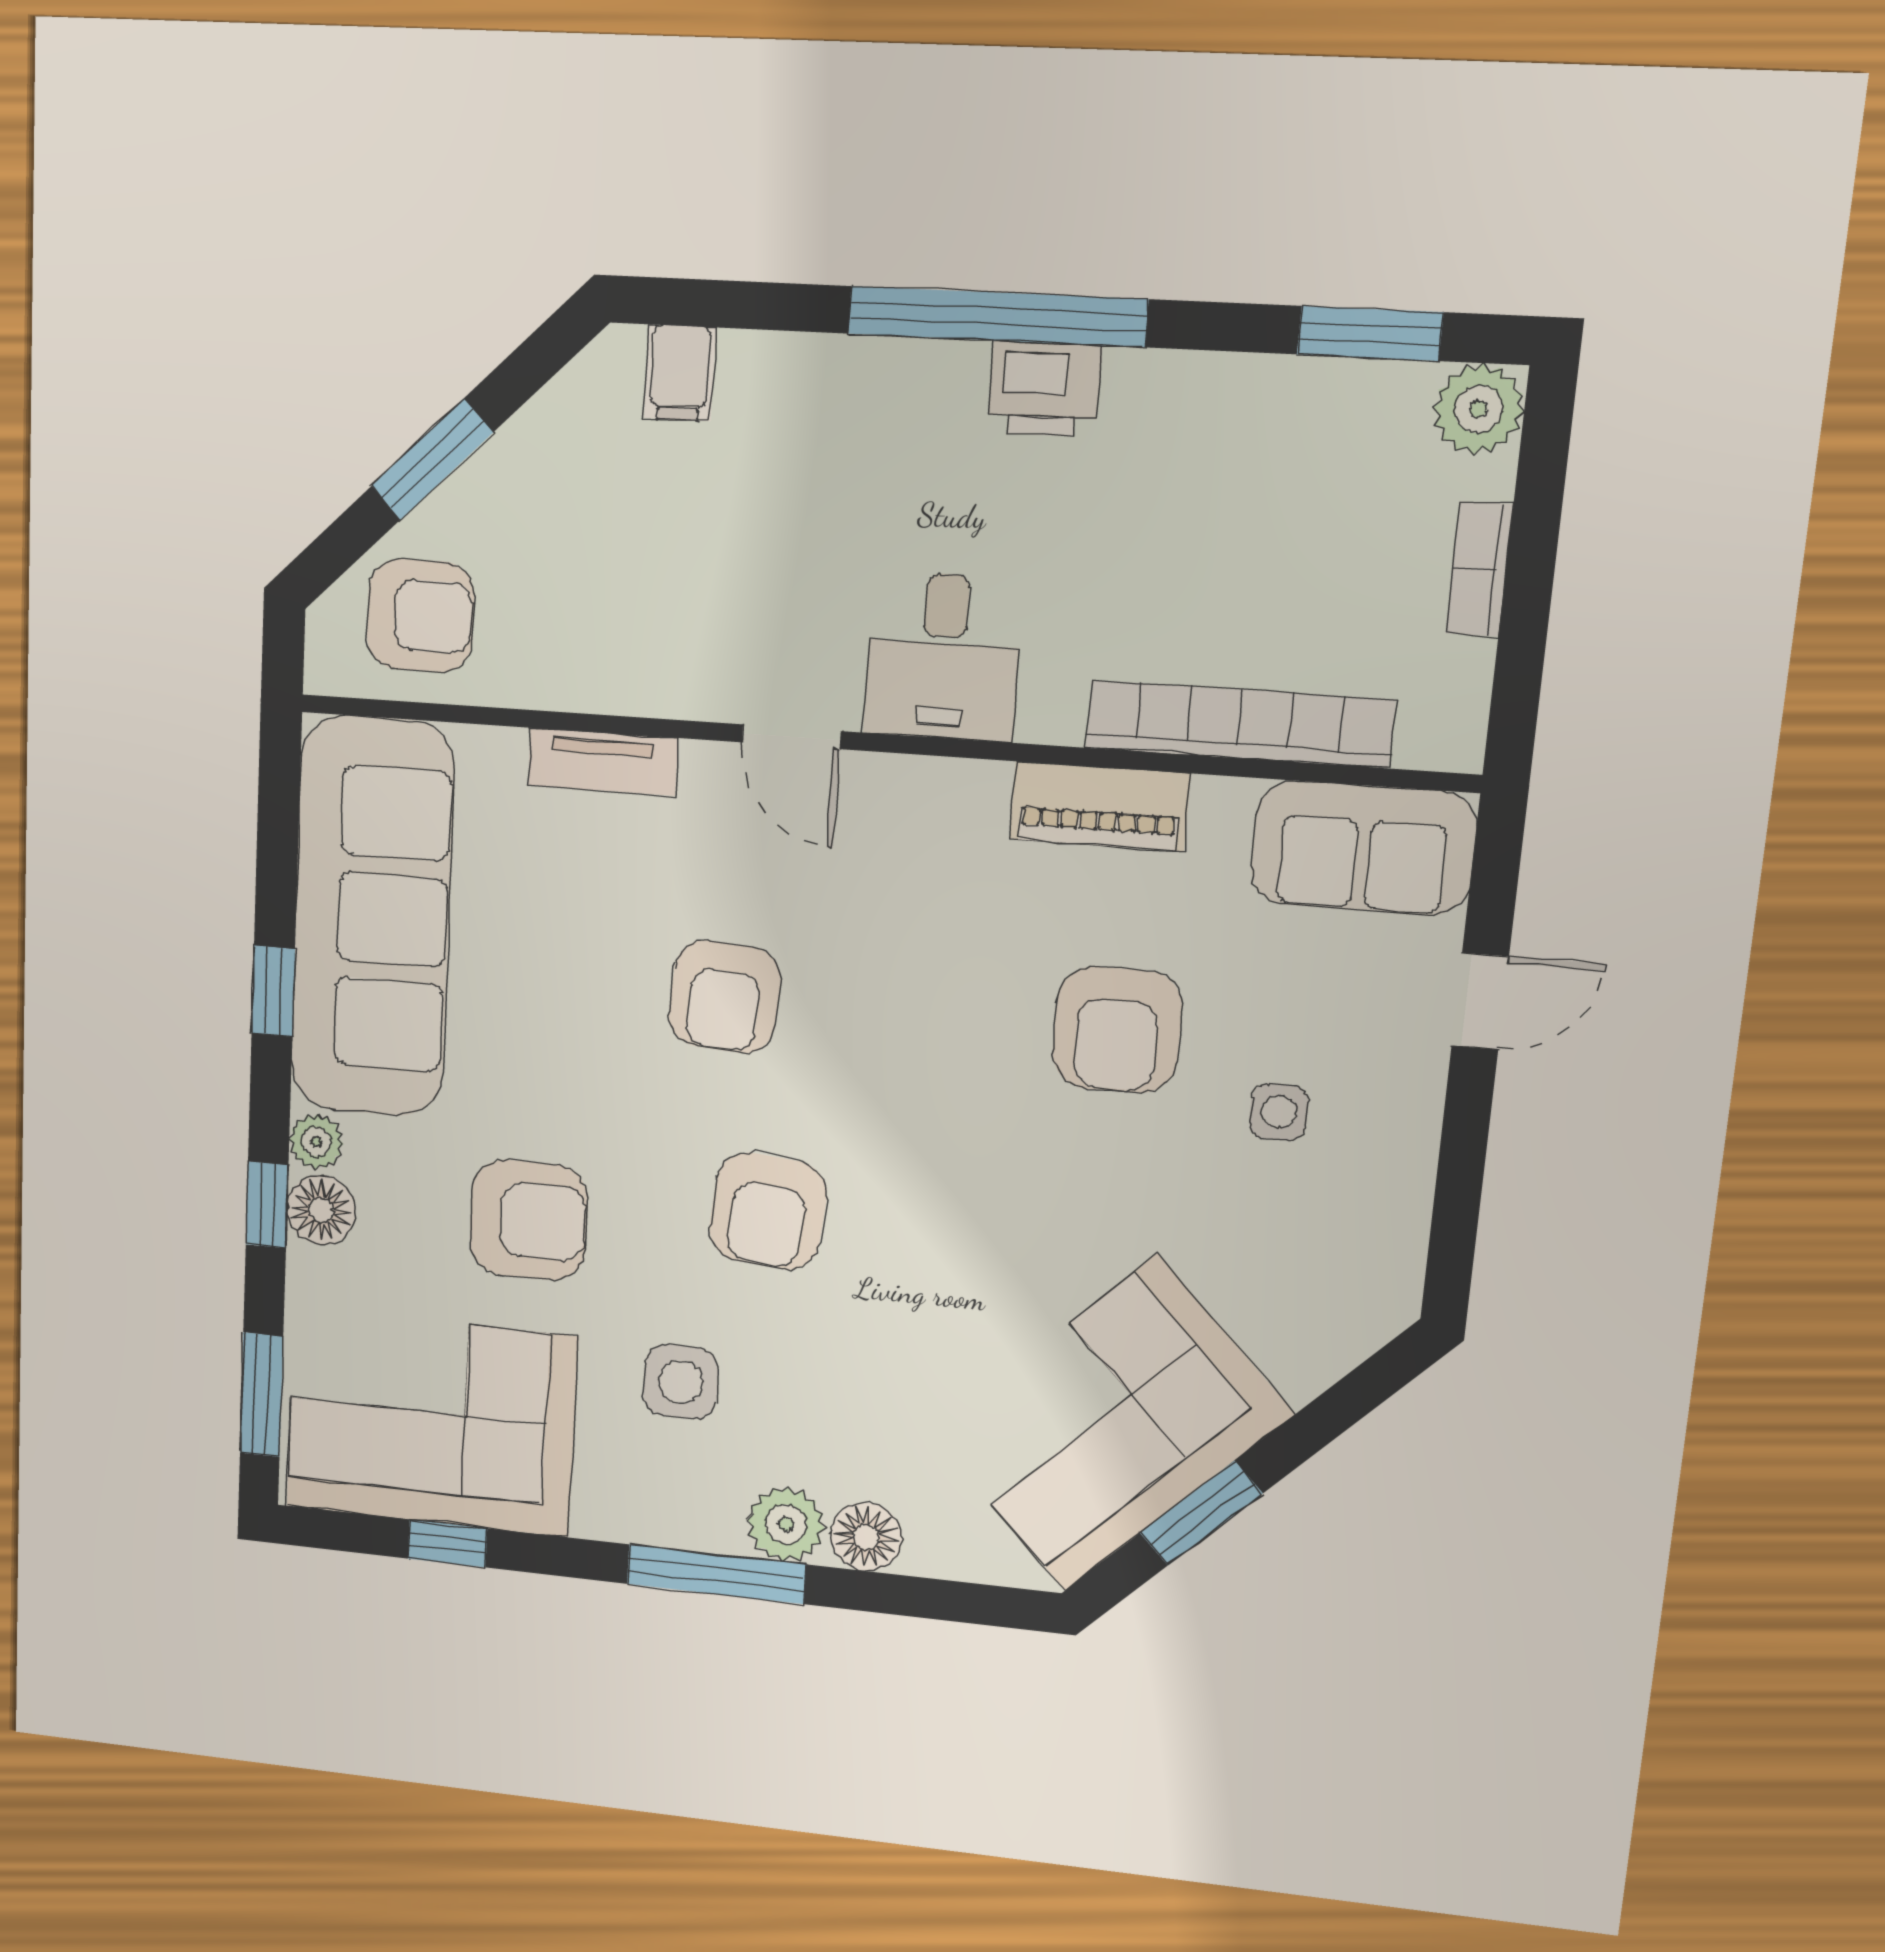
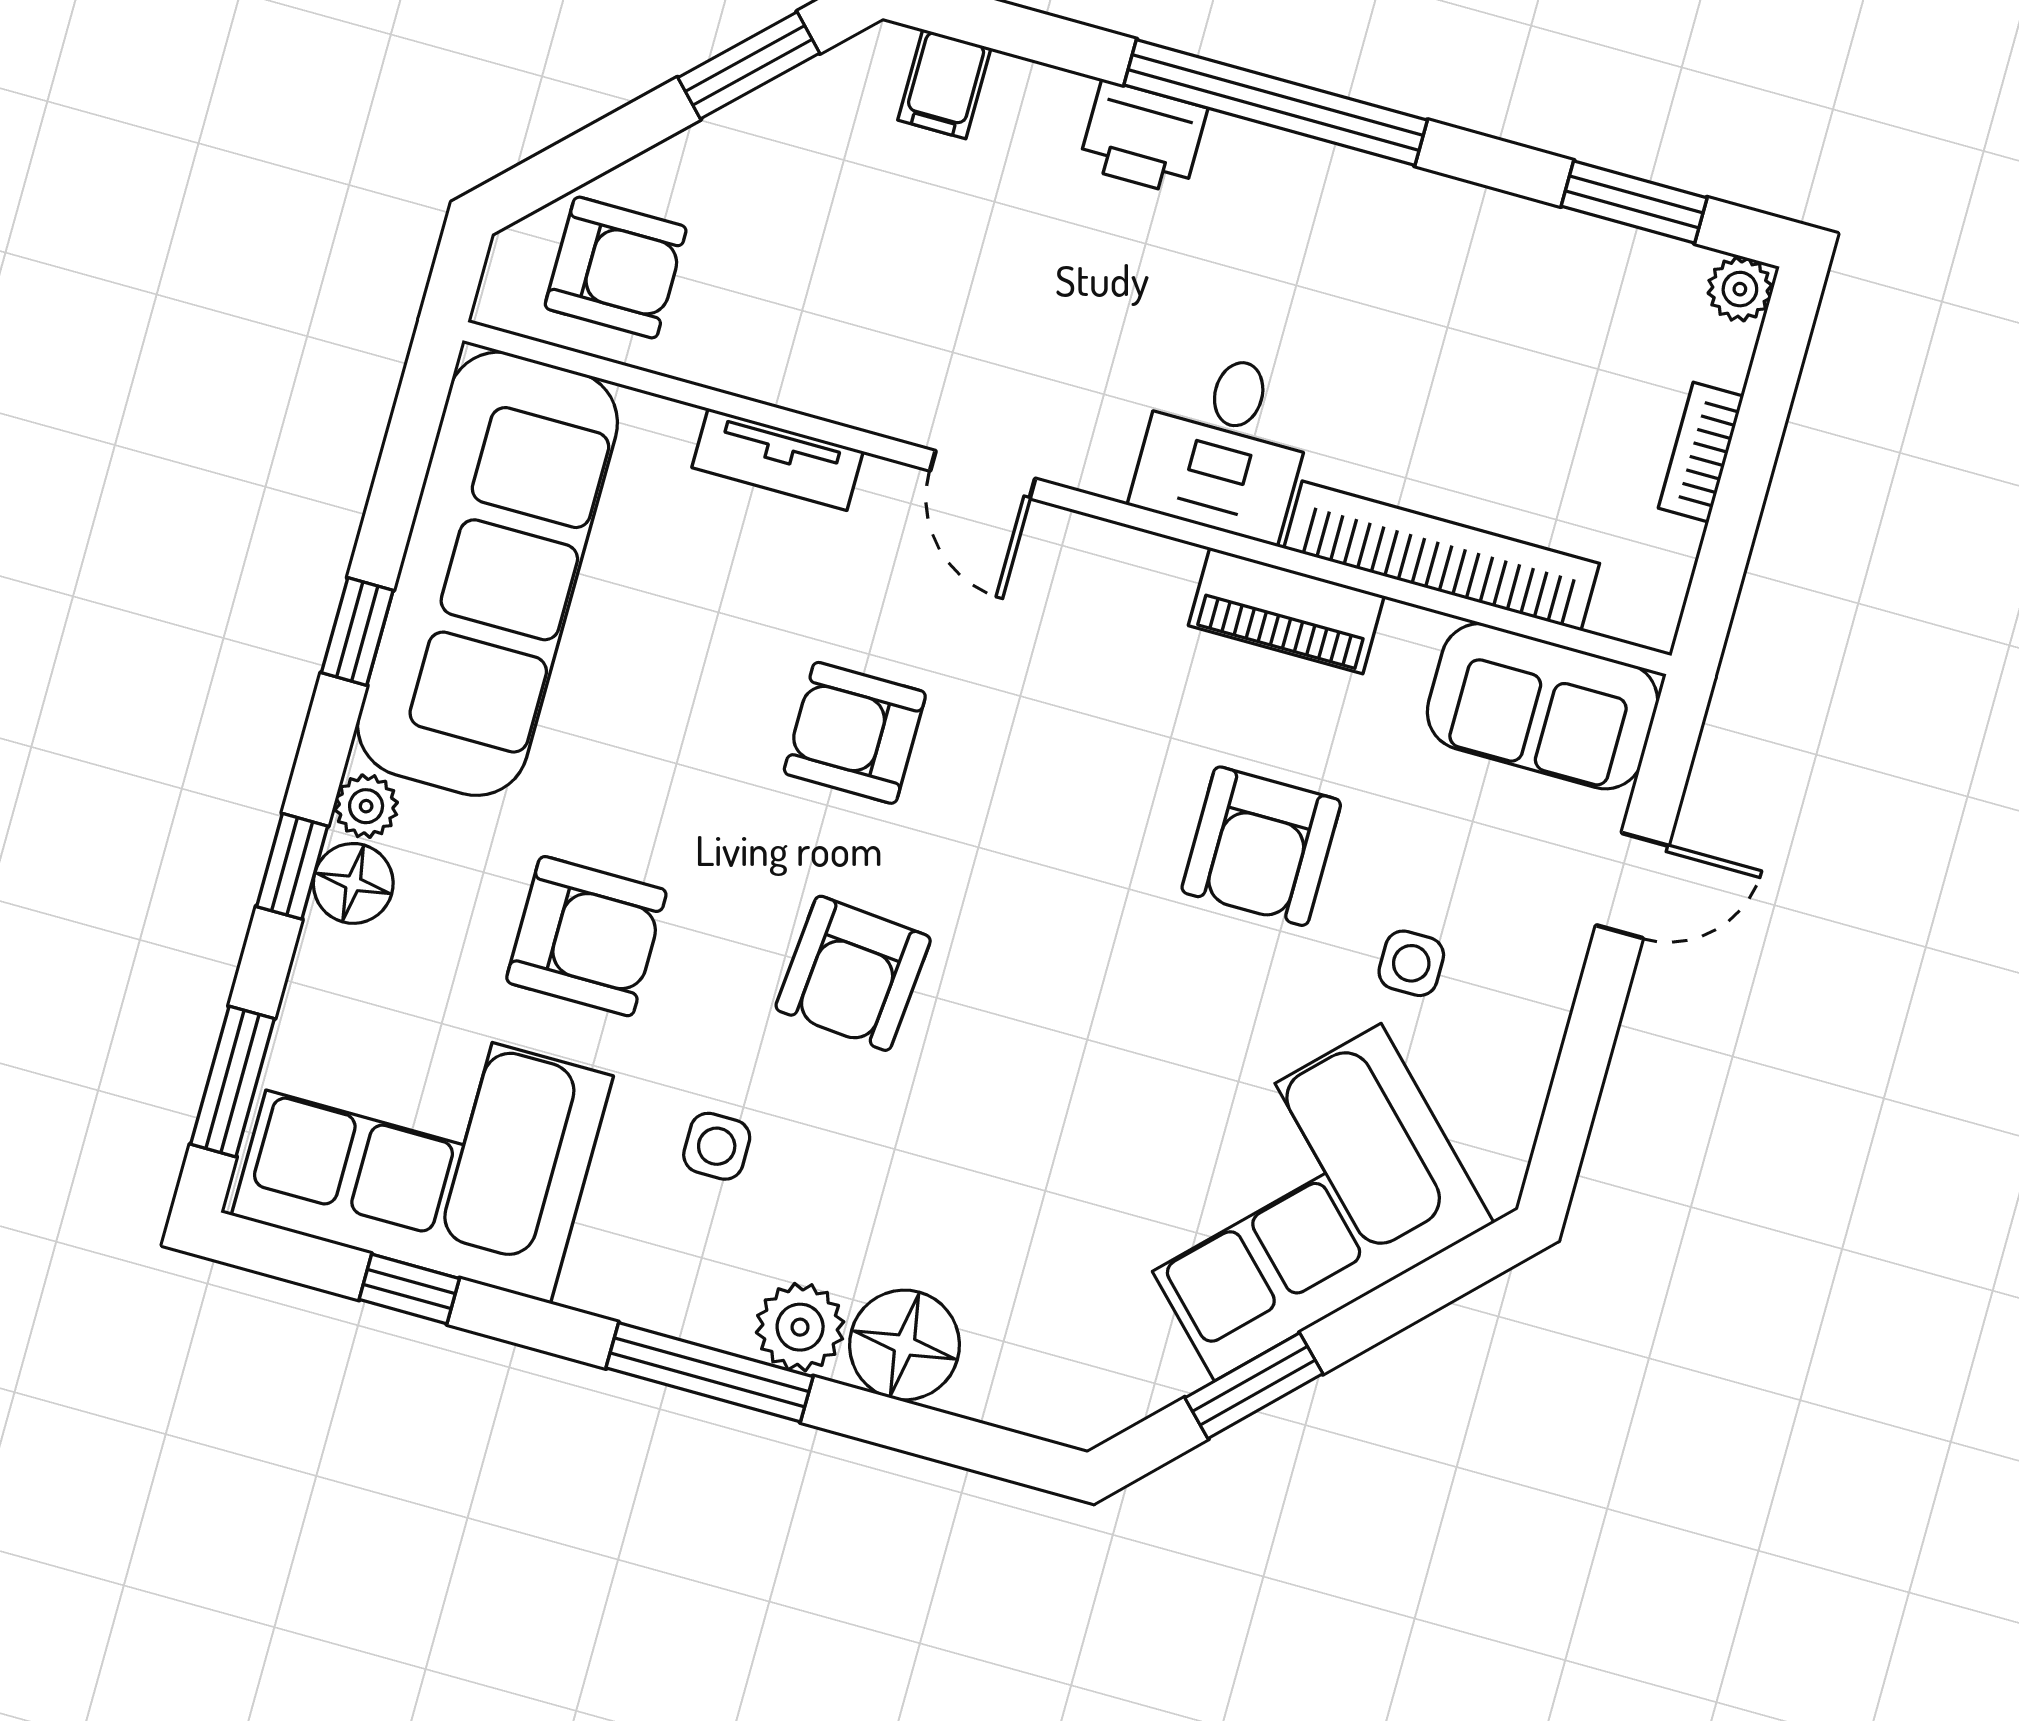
printer: (1044, 389) -> (1143, 137), moved
plant: (1478, 409) -> (1740, 289), width x0.73, depth x0.73
window: (432, 459) -> (749, 65), moved
desk: (943, 656) -> (1225, 445), moved
armchair: (725, 997) -> (855, 733), turned 86
side table: (681, 1382) -> (717, 1146), width x0.73, depth x0.73
corner sofa: (1111, 1424) -> (1298, 1202), moved
floor lamp: (866, 1537) -> (904, 1345), width x1.38, depth x1.38

